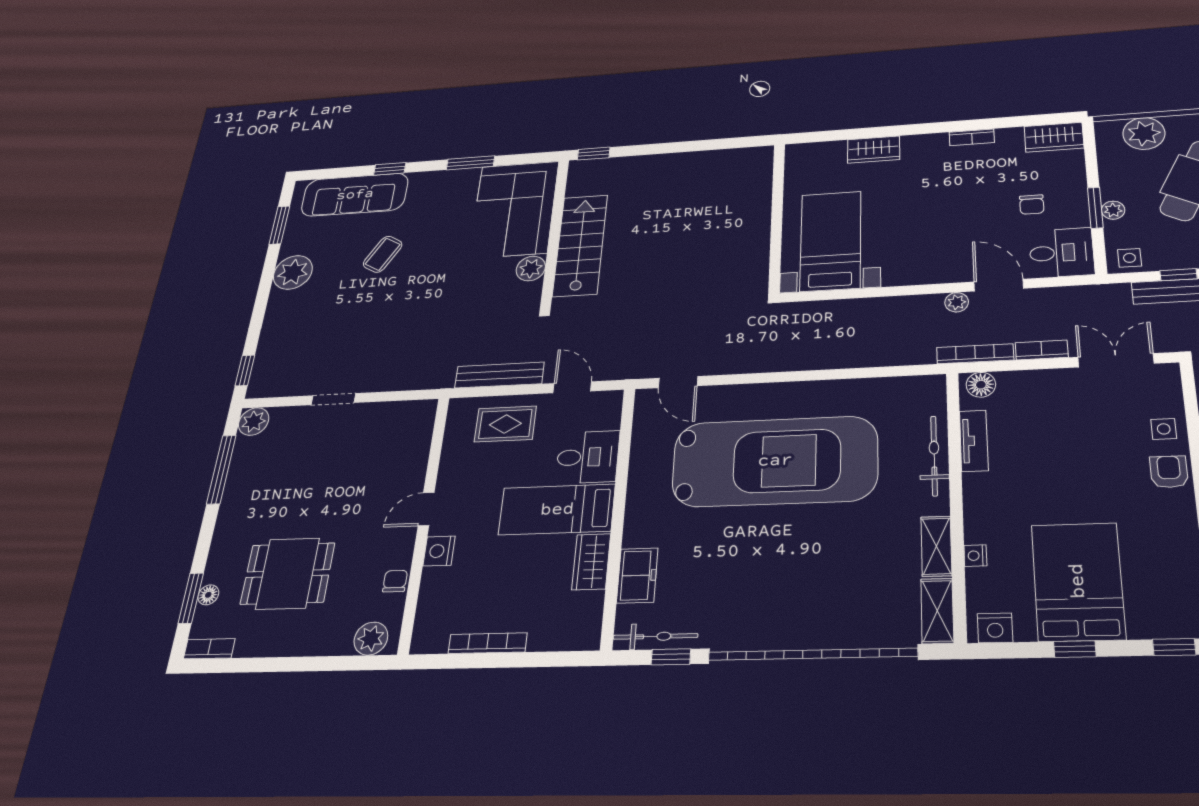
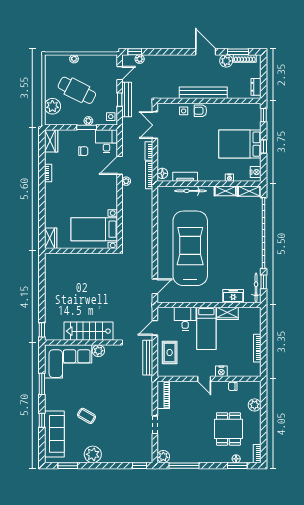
wardrobe: (874, 150) -> (51, 238), moved
piano: (402, 414) -> (163, 395), added
plant: (371, 639) -> (255, 405), moved

